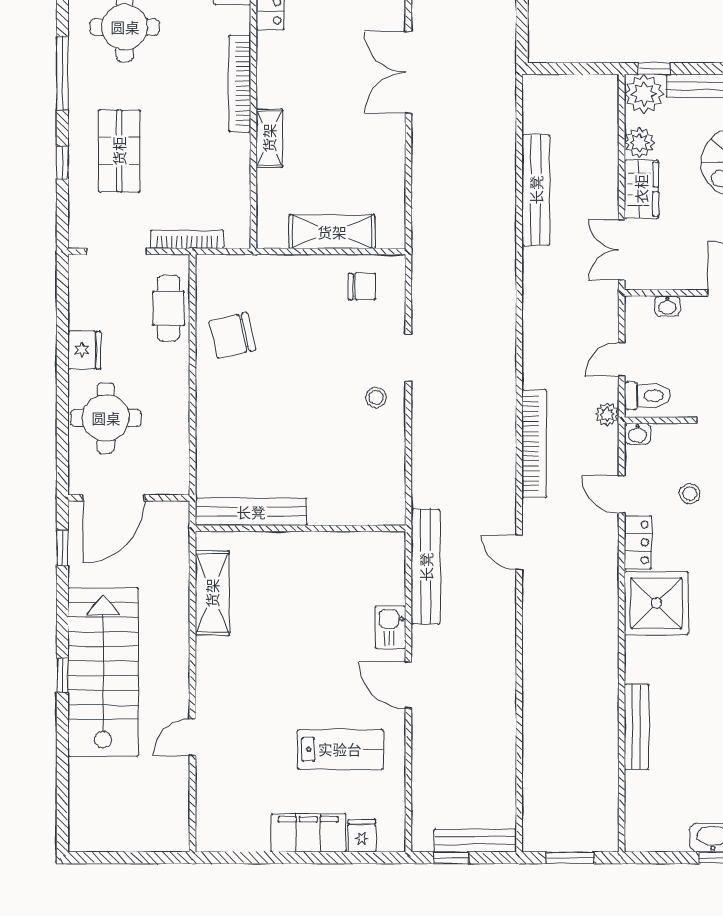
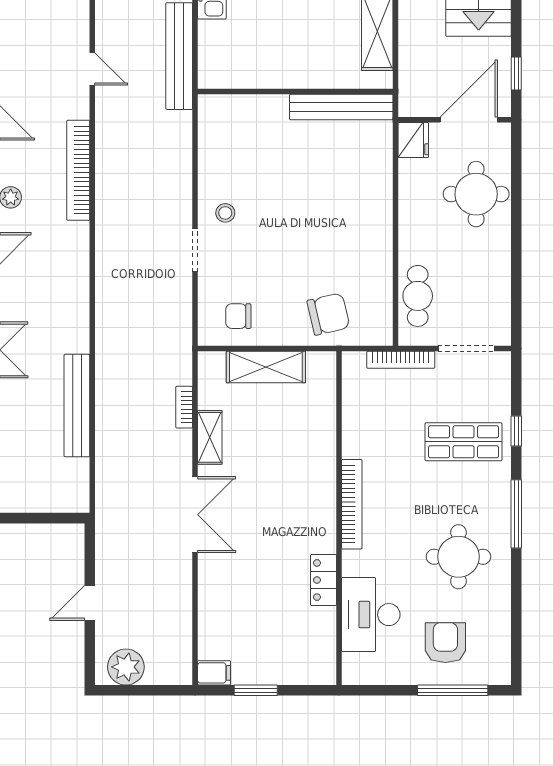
shelving: (269, 138) -> (210, 437), moved
shop shelf: (119, 151) -> (463, 442), turned 90
bookcase: (420, 188) -> (184, 407), added
chair: (233, 335) -> (328, 314), moved
fridge: (84, 350) -> (413, 140), moved, turned 180

